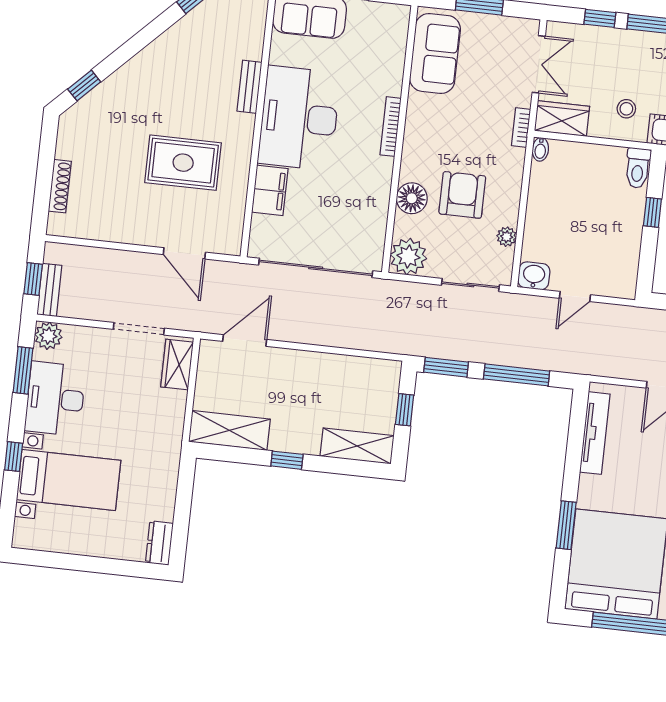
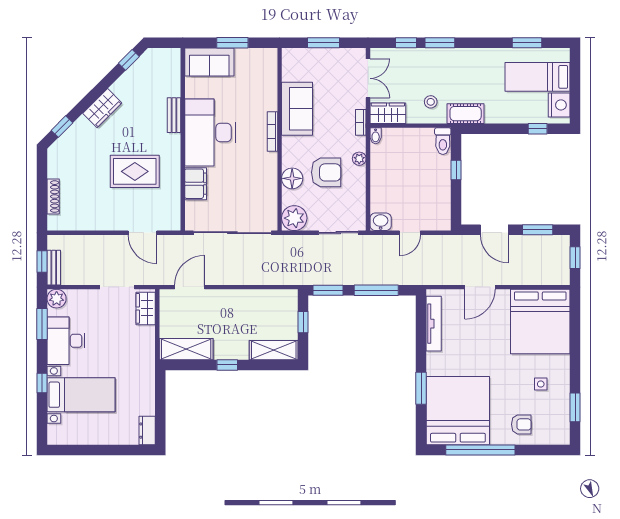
sofa: (435, 53) -> (297, 109), moved
wardrobe: (146, 65) -> (102, 108), added
armchair: (462, 195) -> (326, 172), turned 90
plant: (507, 237) -> (359, 159), moved

